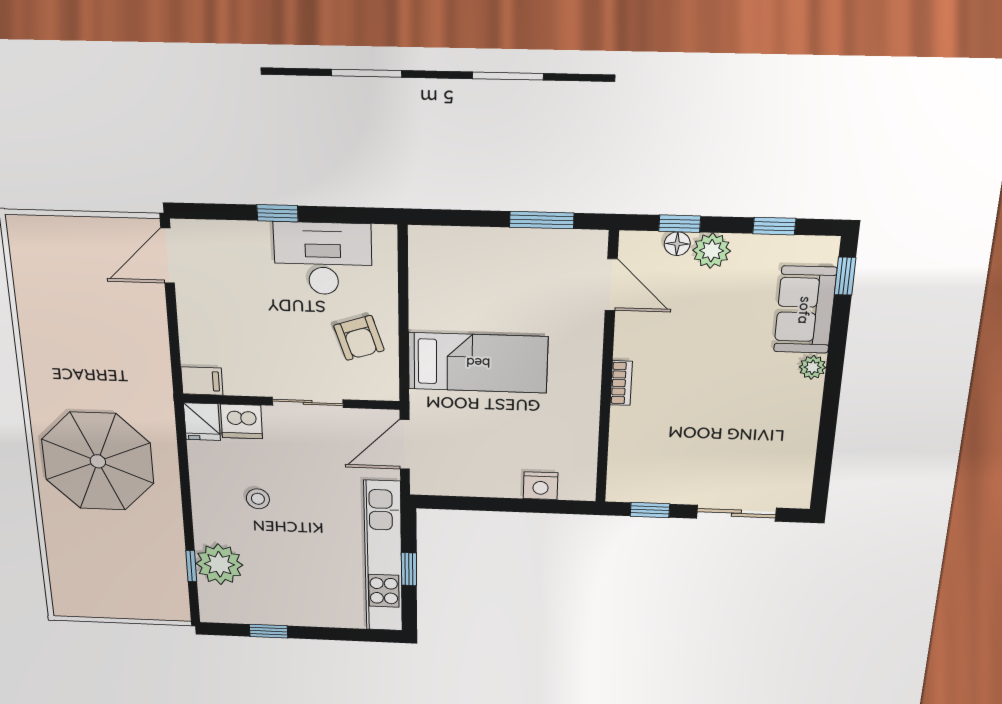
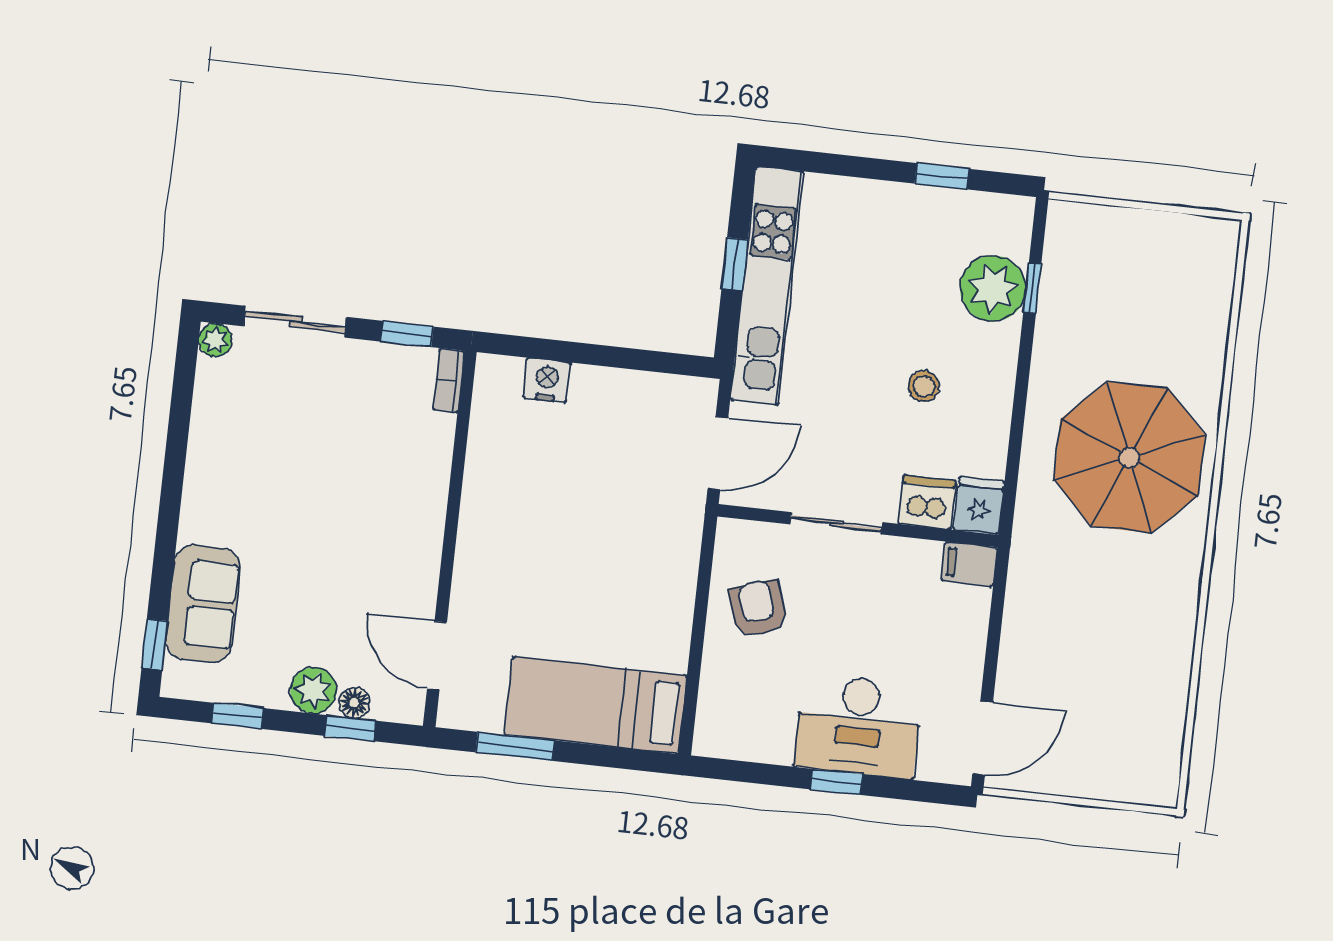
desk: (323, 259) -> (858, 726), moved
bed: (478, 363) -> (596, 705), moved
plant: (813, 367) -> (215, 340), moved
bookcase: (621, 383) -> (449, 380), moved

